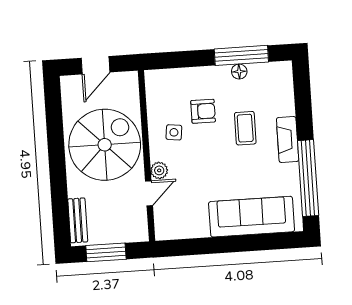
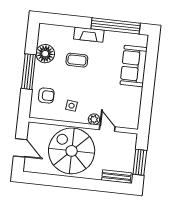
window: (241, 55) -> (29, 72), moved
floor lamp: (239, 72) -> (45, 54), width x1.89, depth x1.89
armchair: (203, 111) -> (46, 96), moved, turned 90
sofa: (252, 217) -> (134, 66), width x0.73

